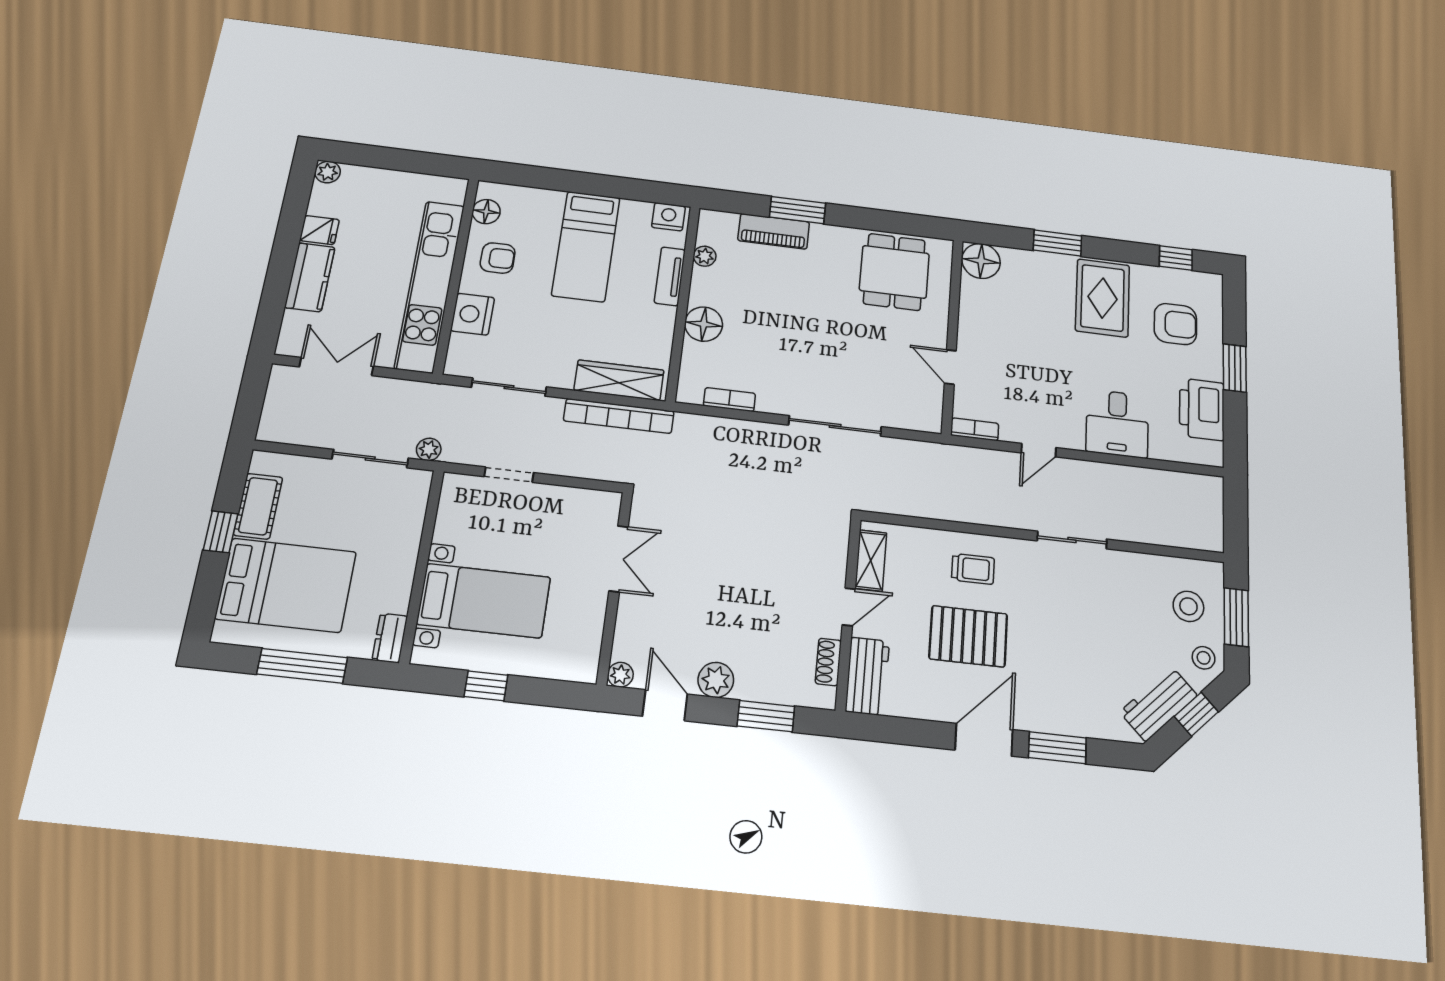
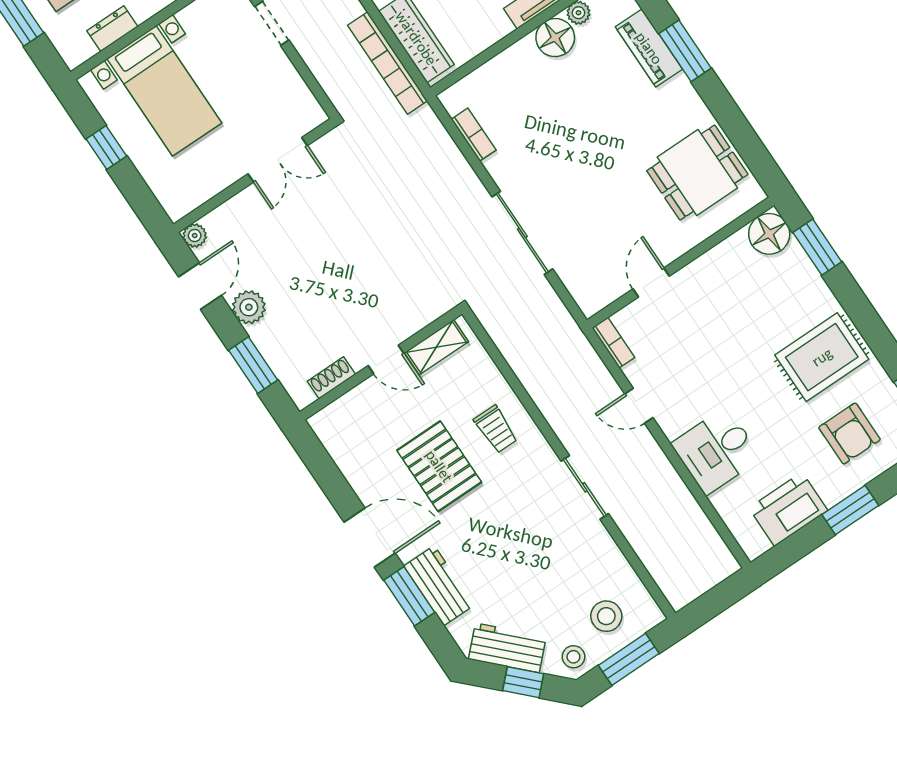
window: (1057, 243) -> (817, 247), moved
floor lamp: (704, 324) -> (555, 38), moved
dresser: (390, 638) -> (112, 29), moved
workbench: (867, 676) -> (439, 586), moved, turned -90

